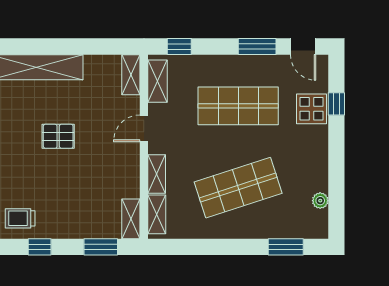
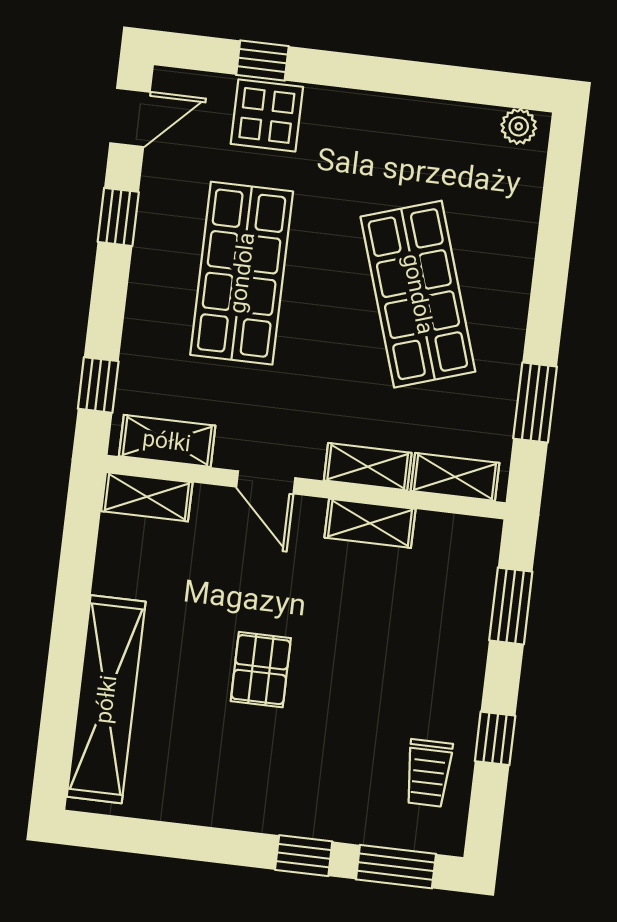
window: (257, 47) -> (118, 217), width x0.67
plant: (320, 201) -> (519, 126), moved
shelving: (131, 219) -> (370, 523), moved
window: (286, 247) -> (535, 403), moved

